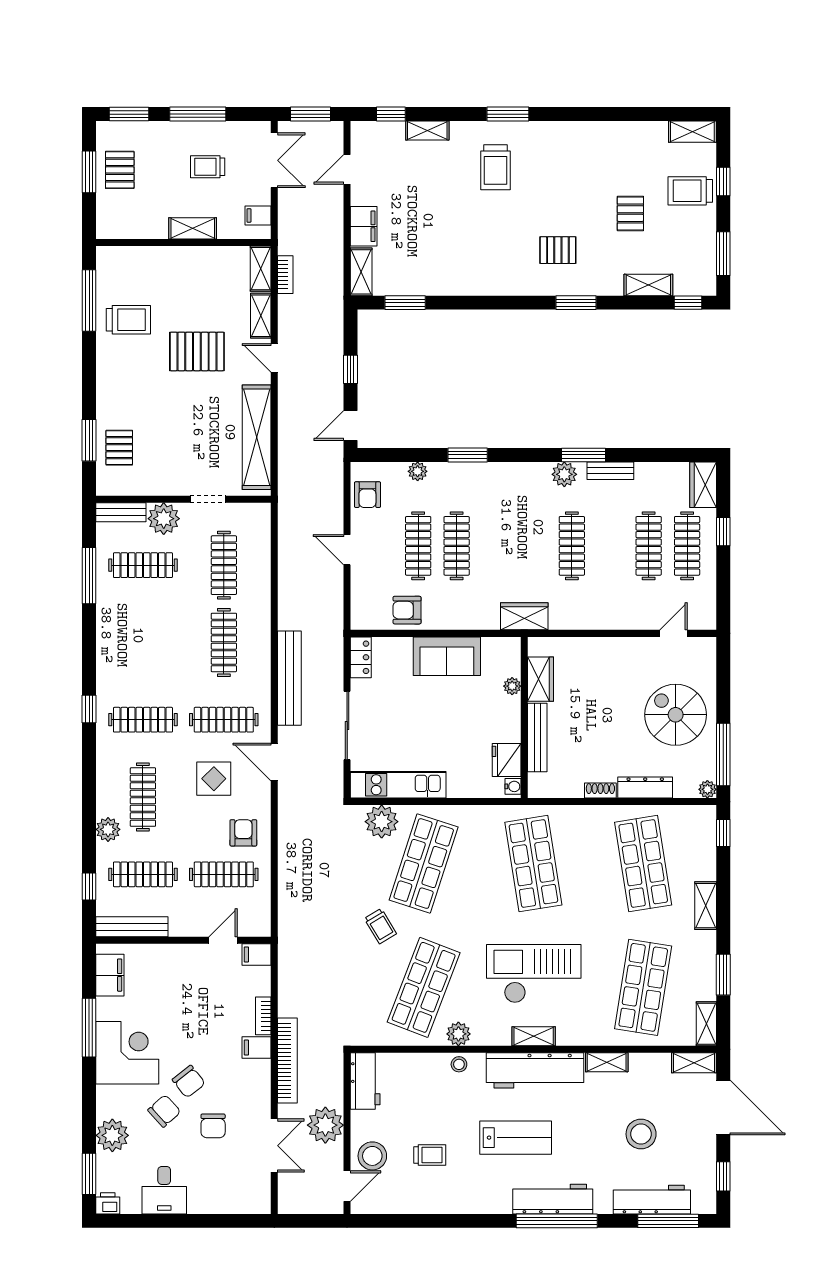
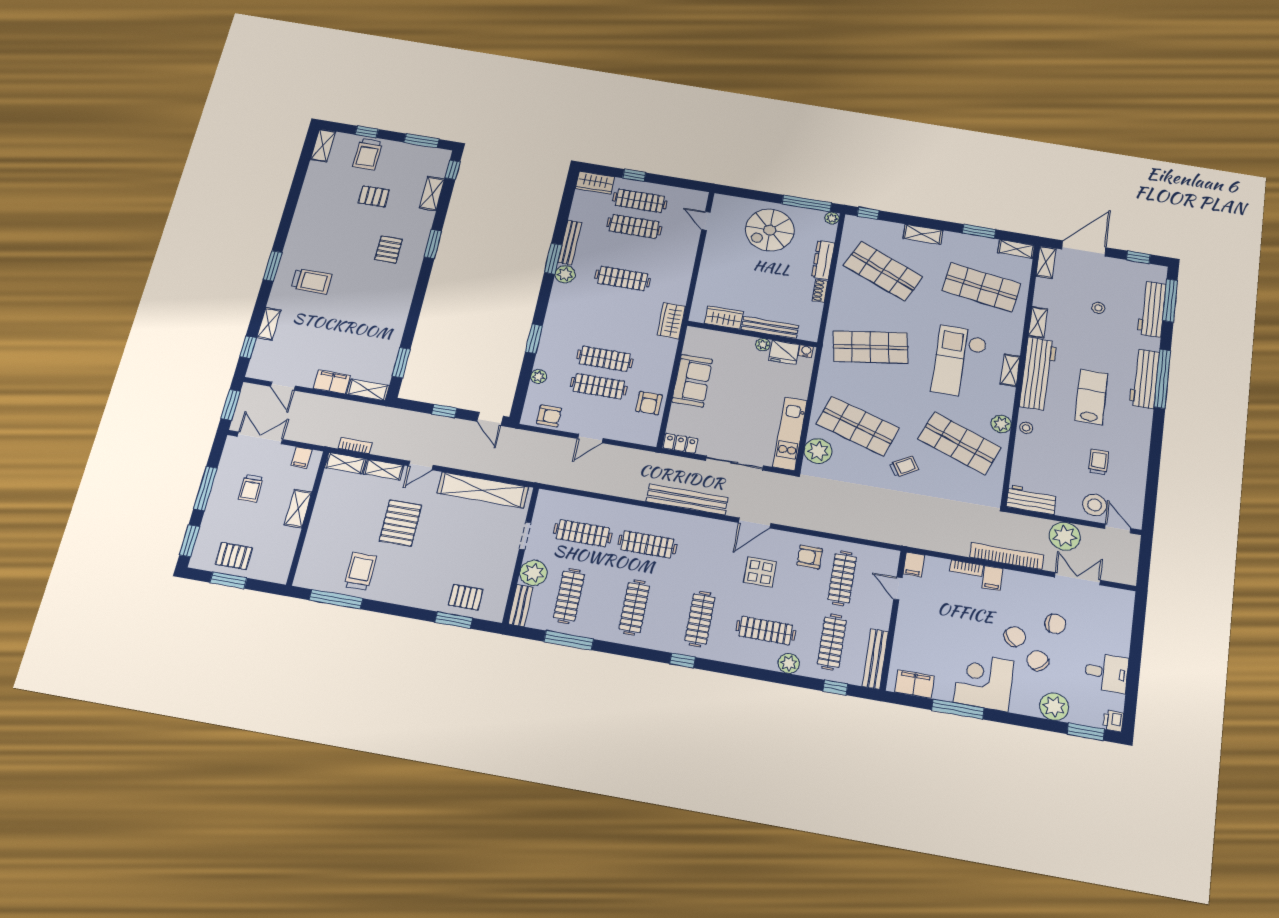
bench: (610, 471) -> (570, 243), width x1.36
plant: (512, 686) -> (763, 345), moved
clothes rail: (224, 720) -> (634, 607), moved
shop shelf: (643, 864) -> (883, 271), turned 33
stool: (641, 1134) -> (1098, 308), width x0.53, depth x0.53

